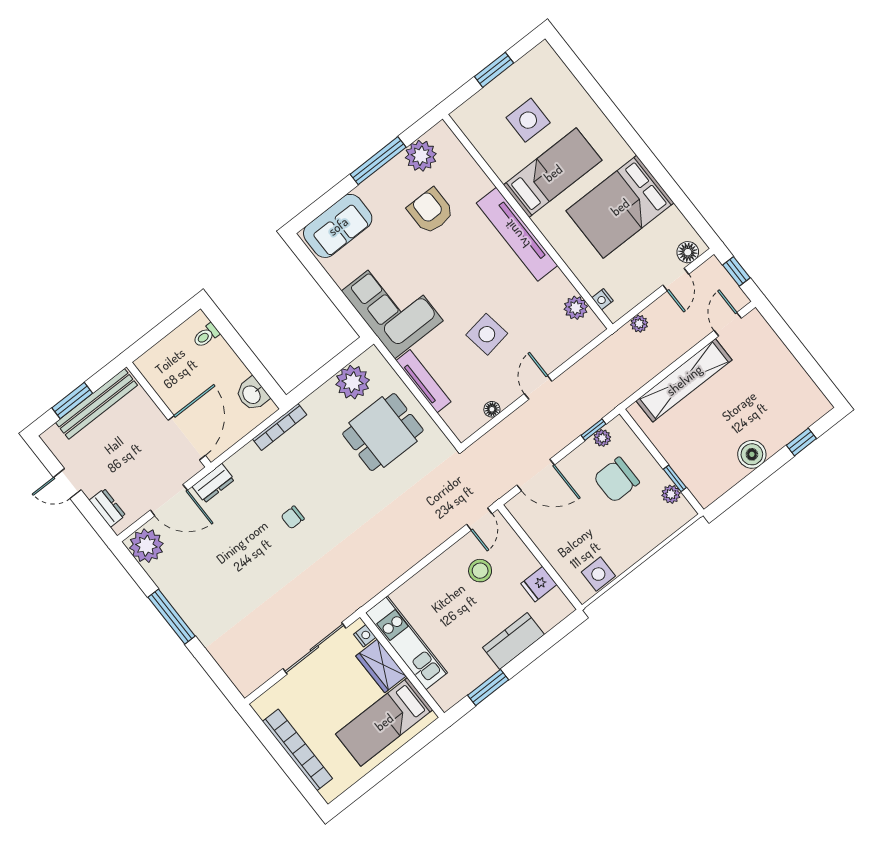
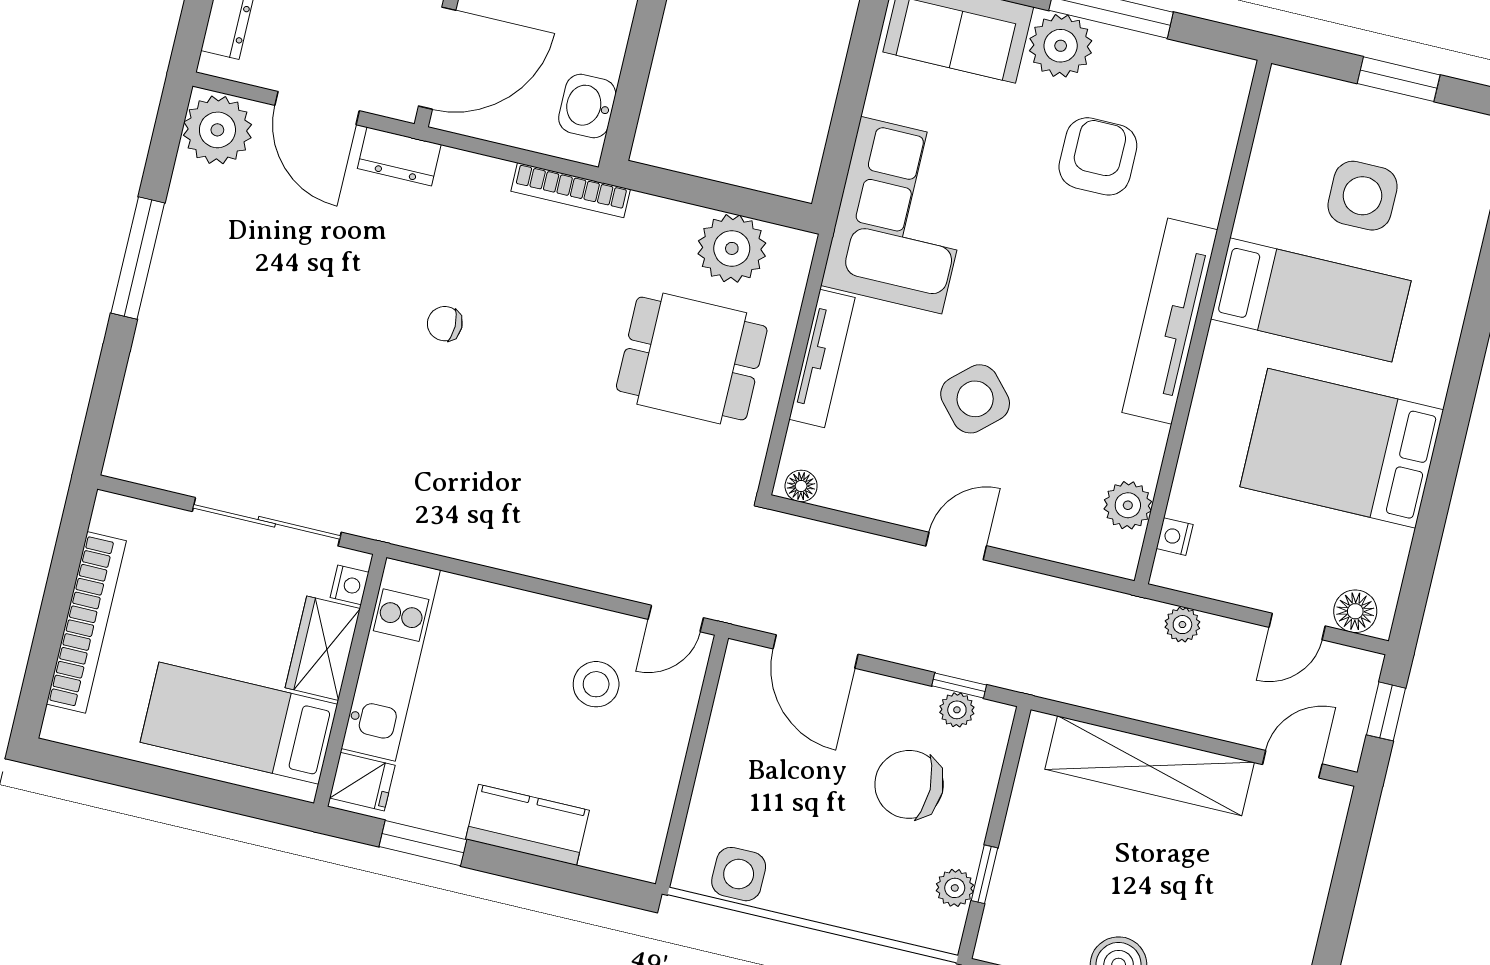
plant: (421, 156) -> (1061, 46), moved
side table: (487, 334) -> (975, 399), turned -33
floor lamp: (492, 409) -> (801, 486), moved
fridge: (539, 584) -> (362, 782), moved, turned 180

